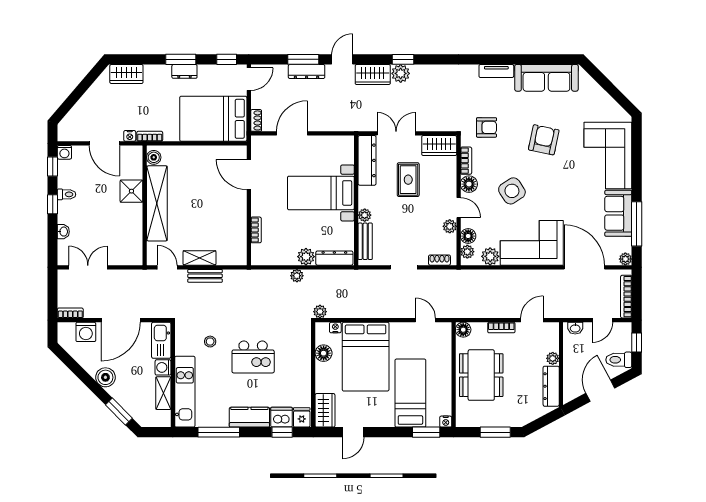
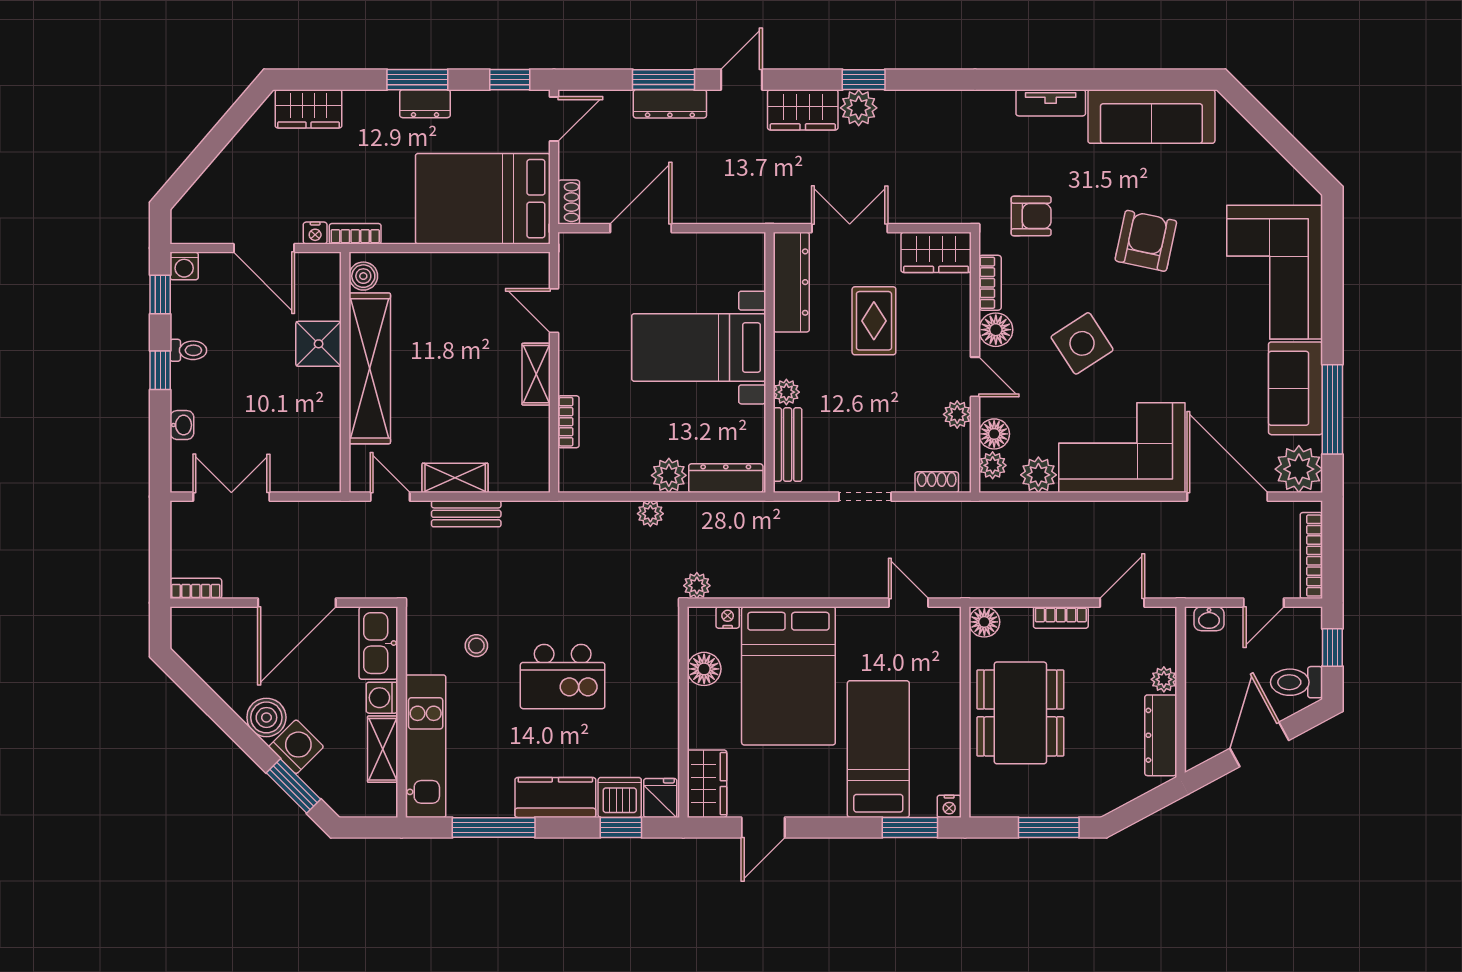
door: (249, 175) -> (554, 311), width x0.73
shelving: (240, 206) -> (536, 374), added
plant: (625, 259) -> (1299, 469), width x1.88, depth x1.88
washing machine: (86, 332) -> (296, 747), moved, turned -135

